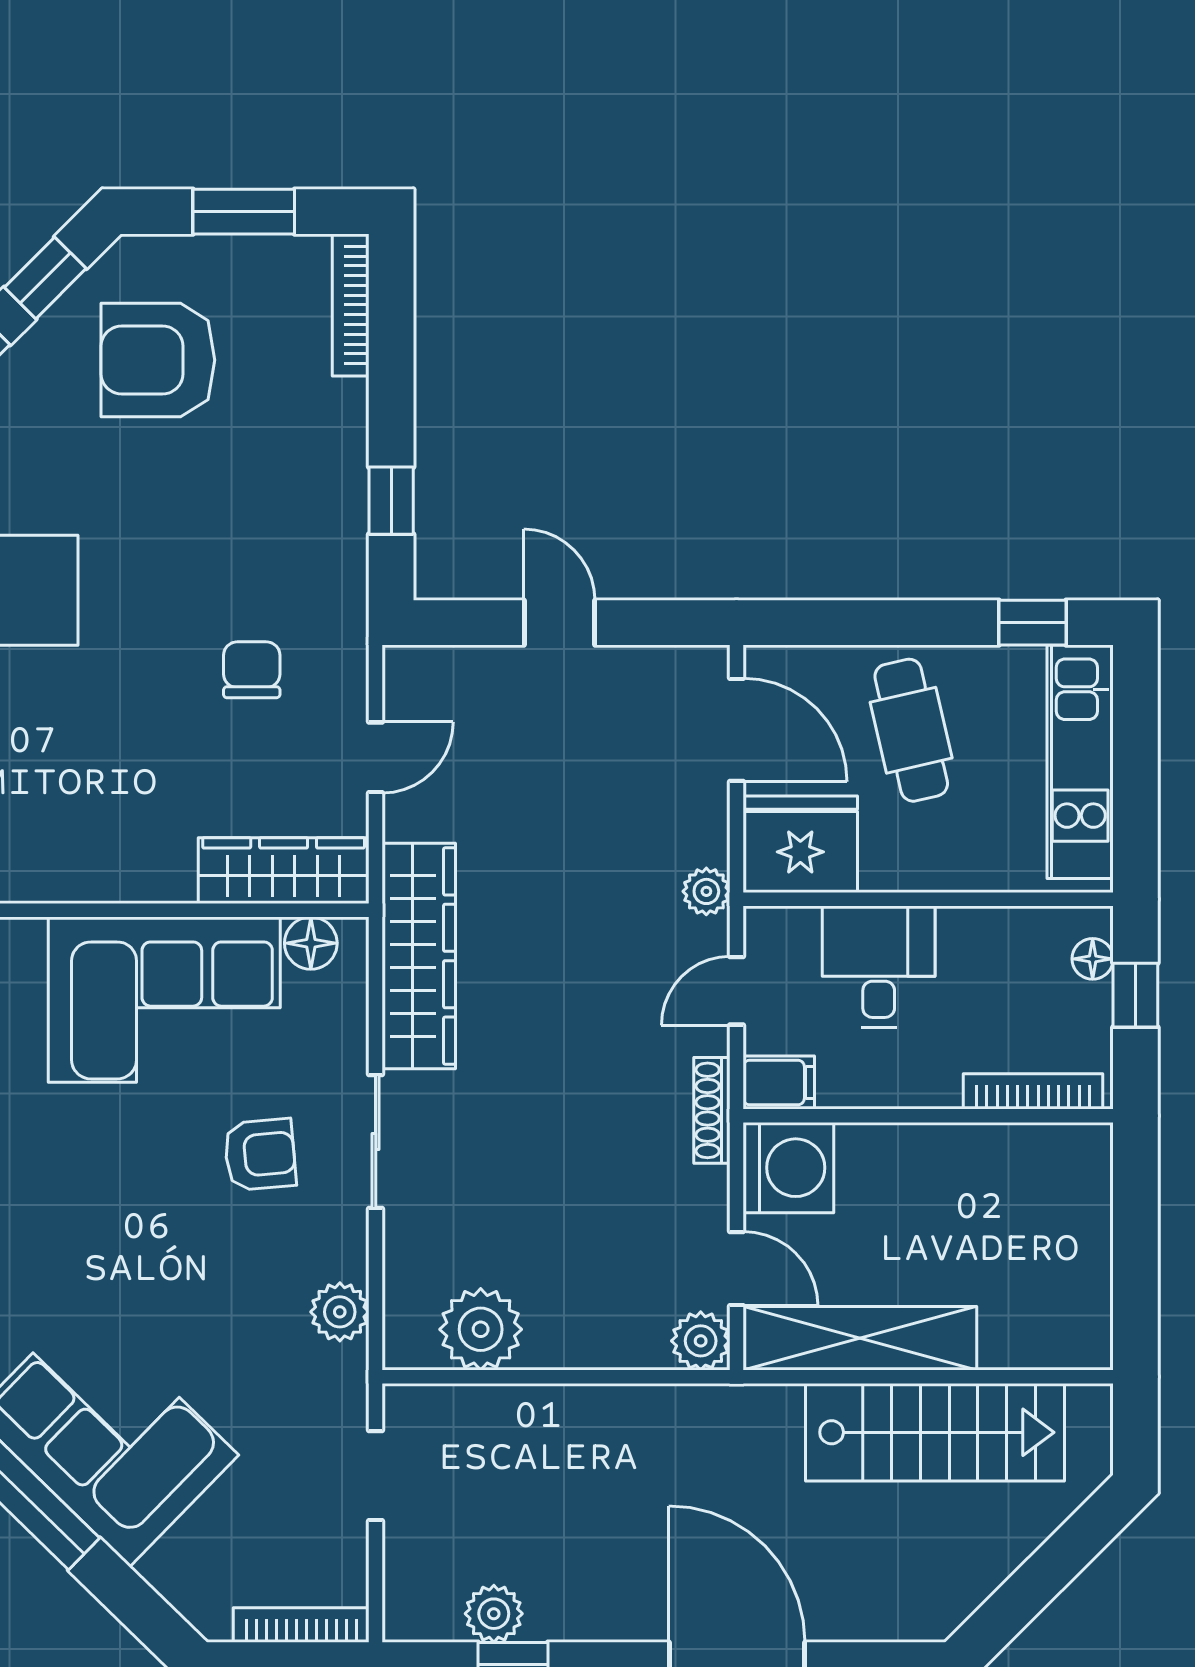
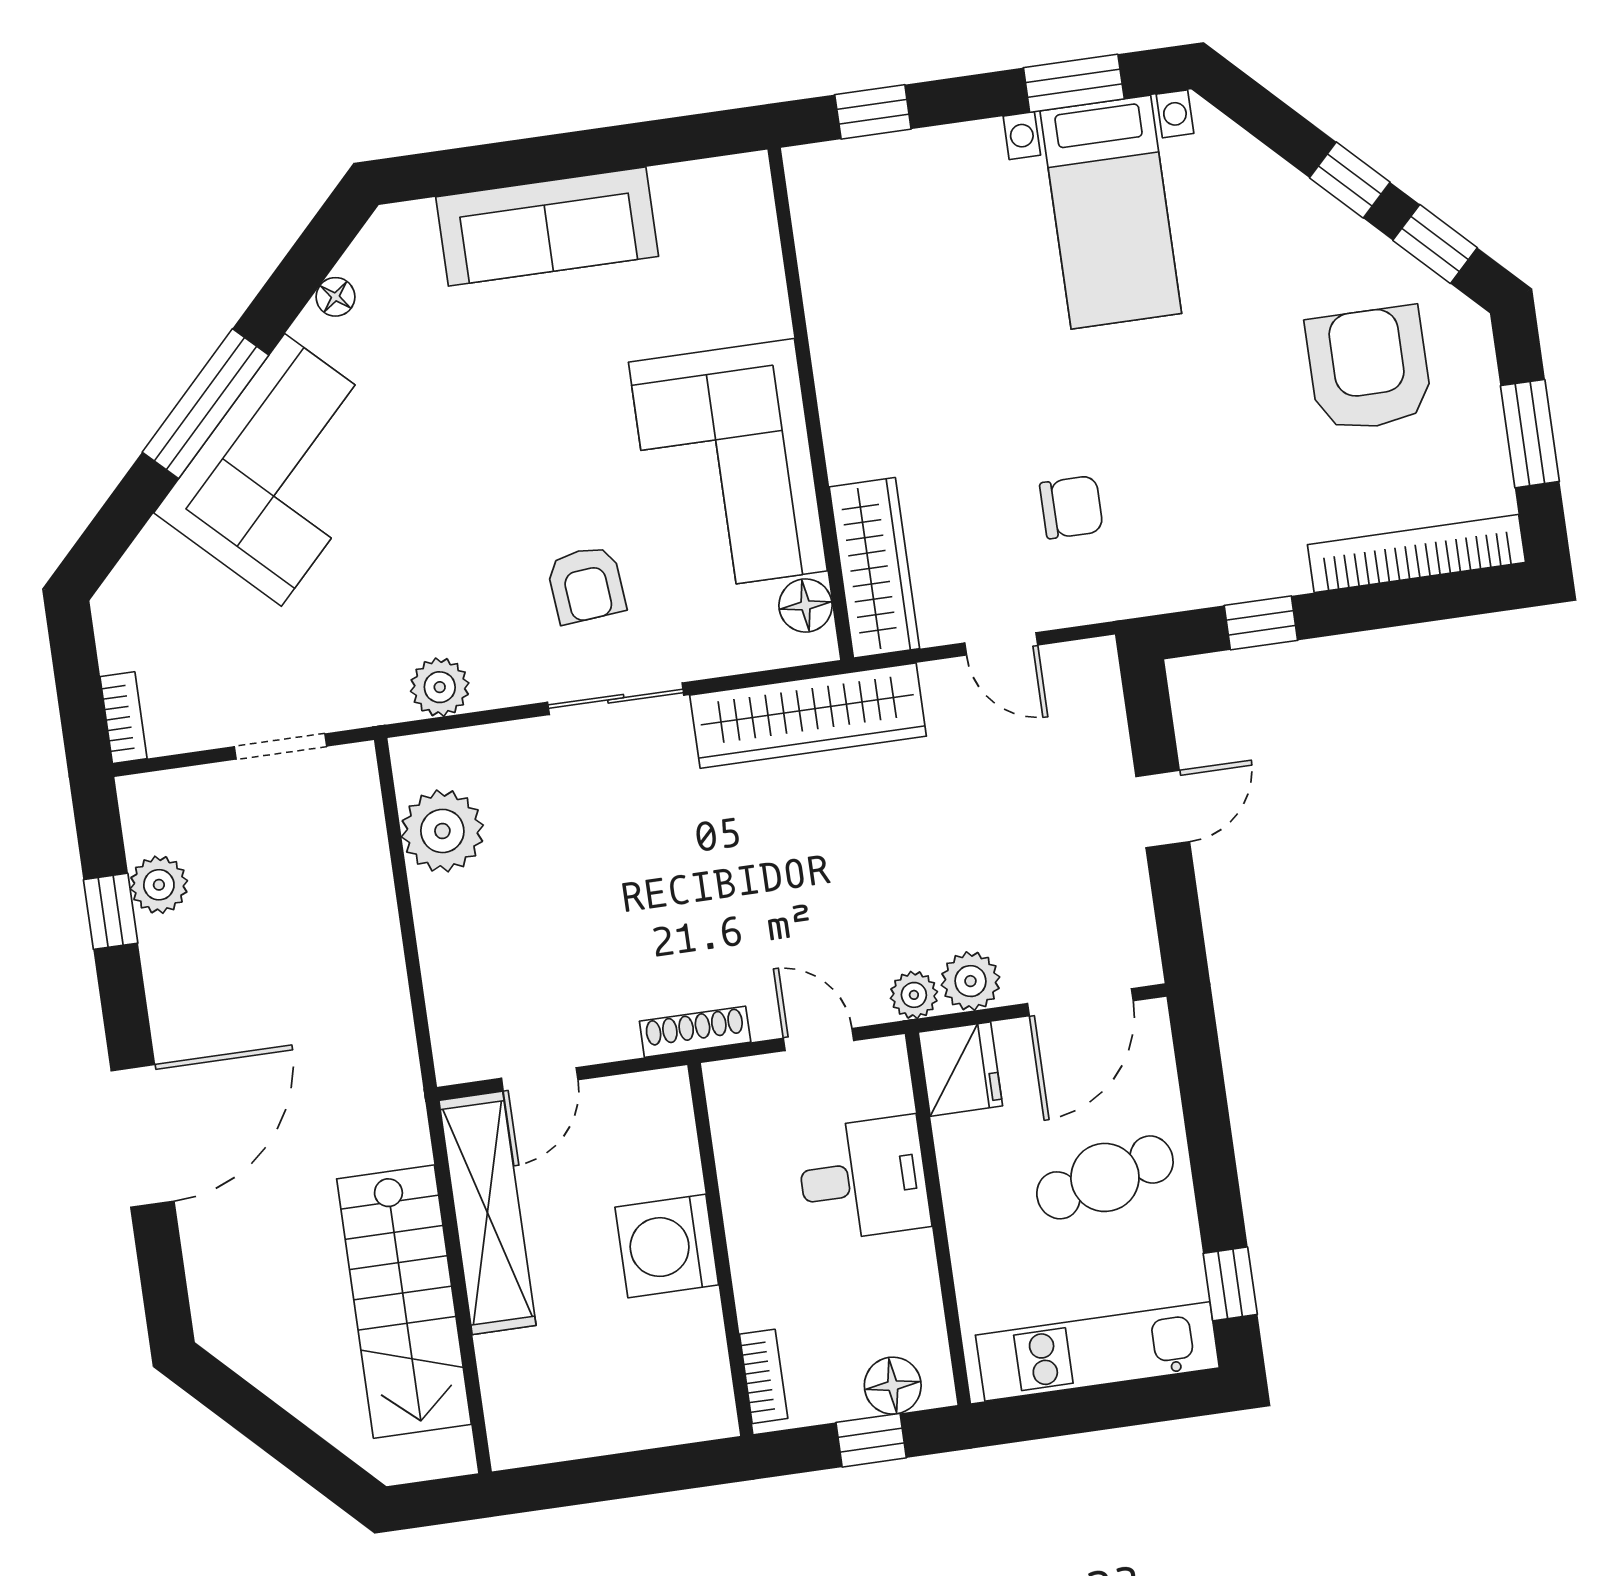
bookcase: (351, 305) -> (1416, 553), width x1.48, depth x1.31
fridge: (800, 844) -> (960, 1069), width x0.73, depth x0.75
floor lamp: (1093, 959) -> (893, 1386), width x1.37, depth x1.37
filing cabinet: (779, 1082) -> (733, 1095), removed
bookcase: (1033, 1091) -> (764, 1376), width x0.64
washing machine: (788, 1168) -> (667, 1246), moved, turned 90
plant: (701, 1341) -> (970, 981), moved
bookcase: (301, 1625) -> (124, 718), width x0.64

